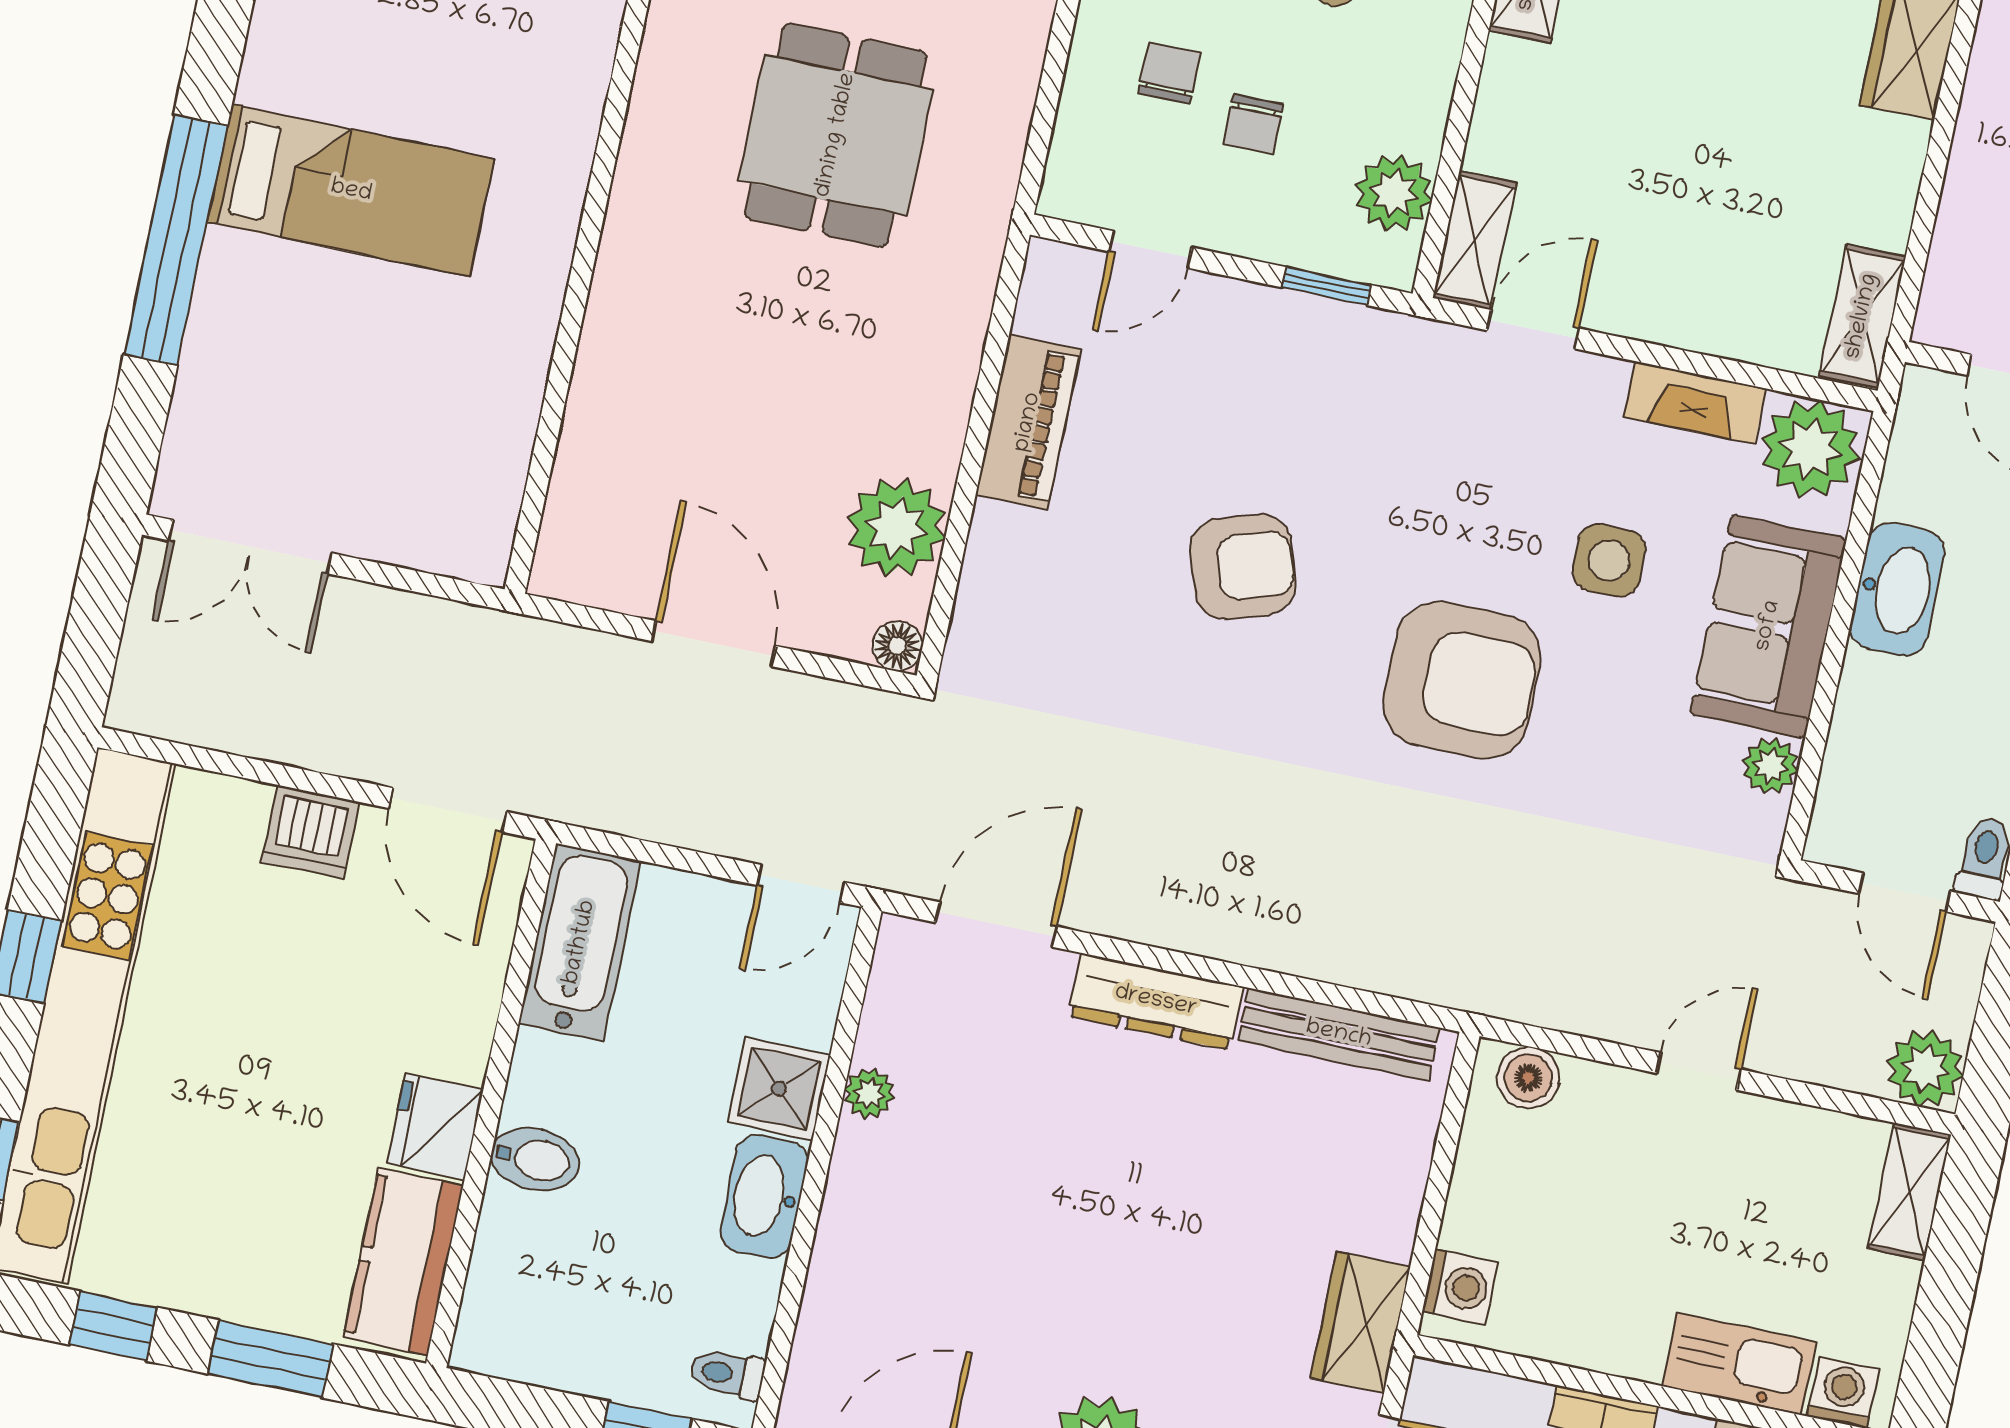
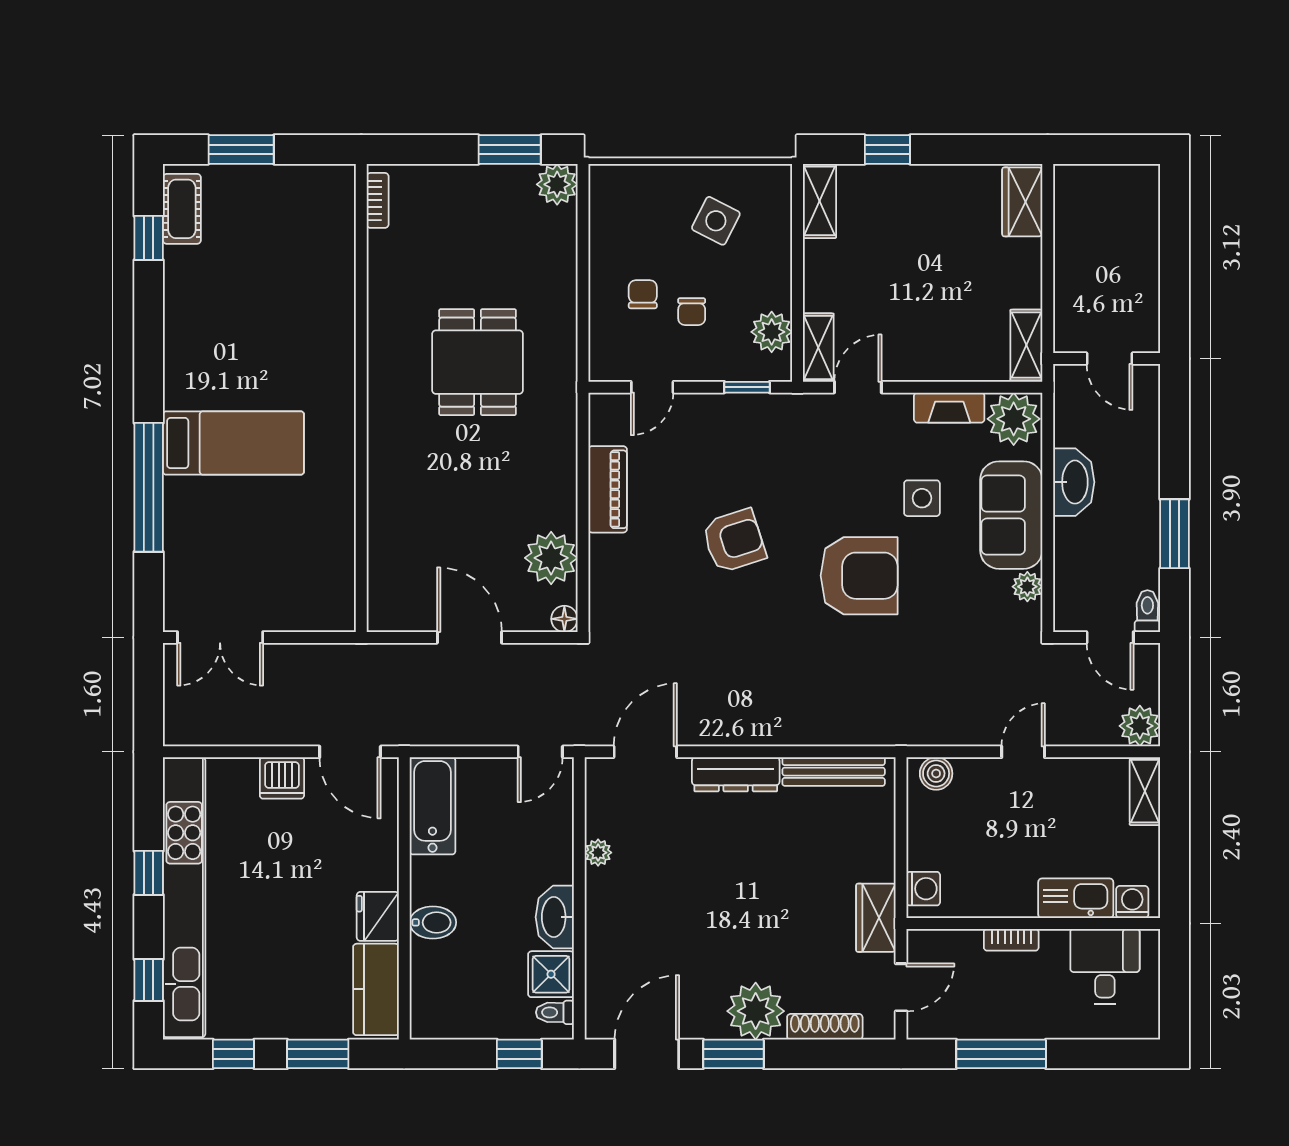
shower: (779, 1089) -> (551, 974), moved

